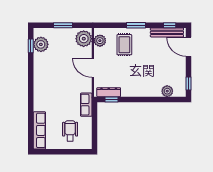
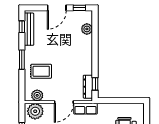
door: (189, 47) -> (57, 8), moved
row of seats: (86, 105) -> (86, 109), moved

